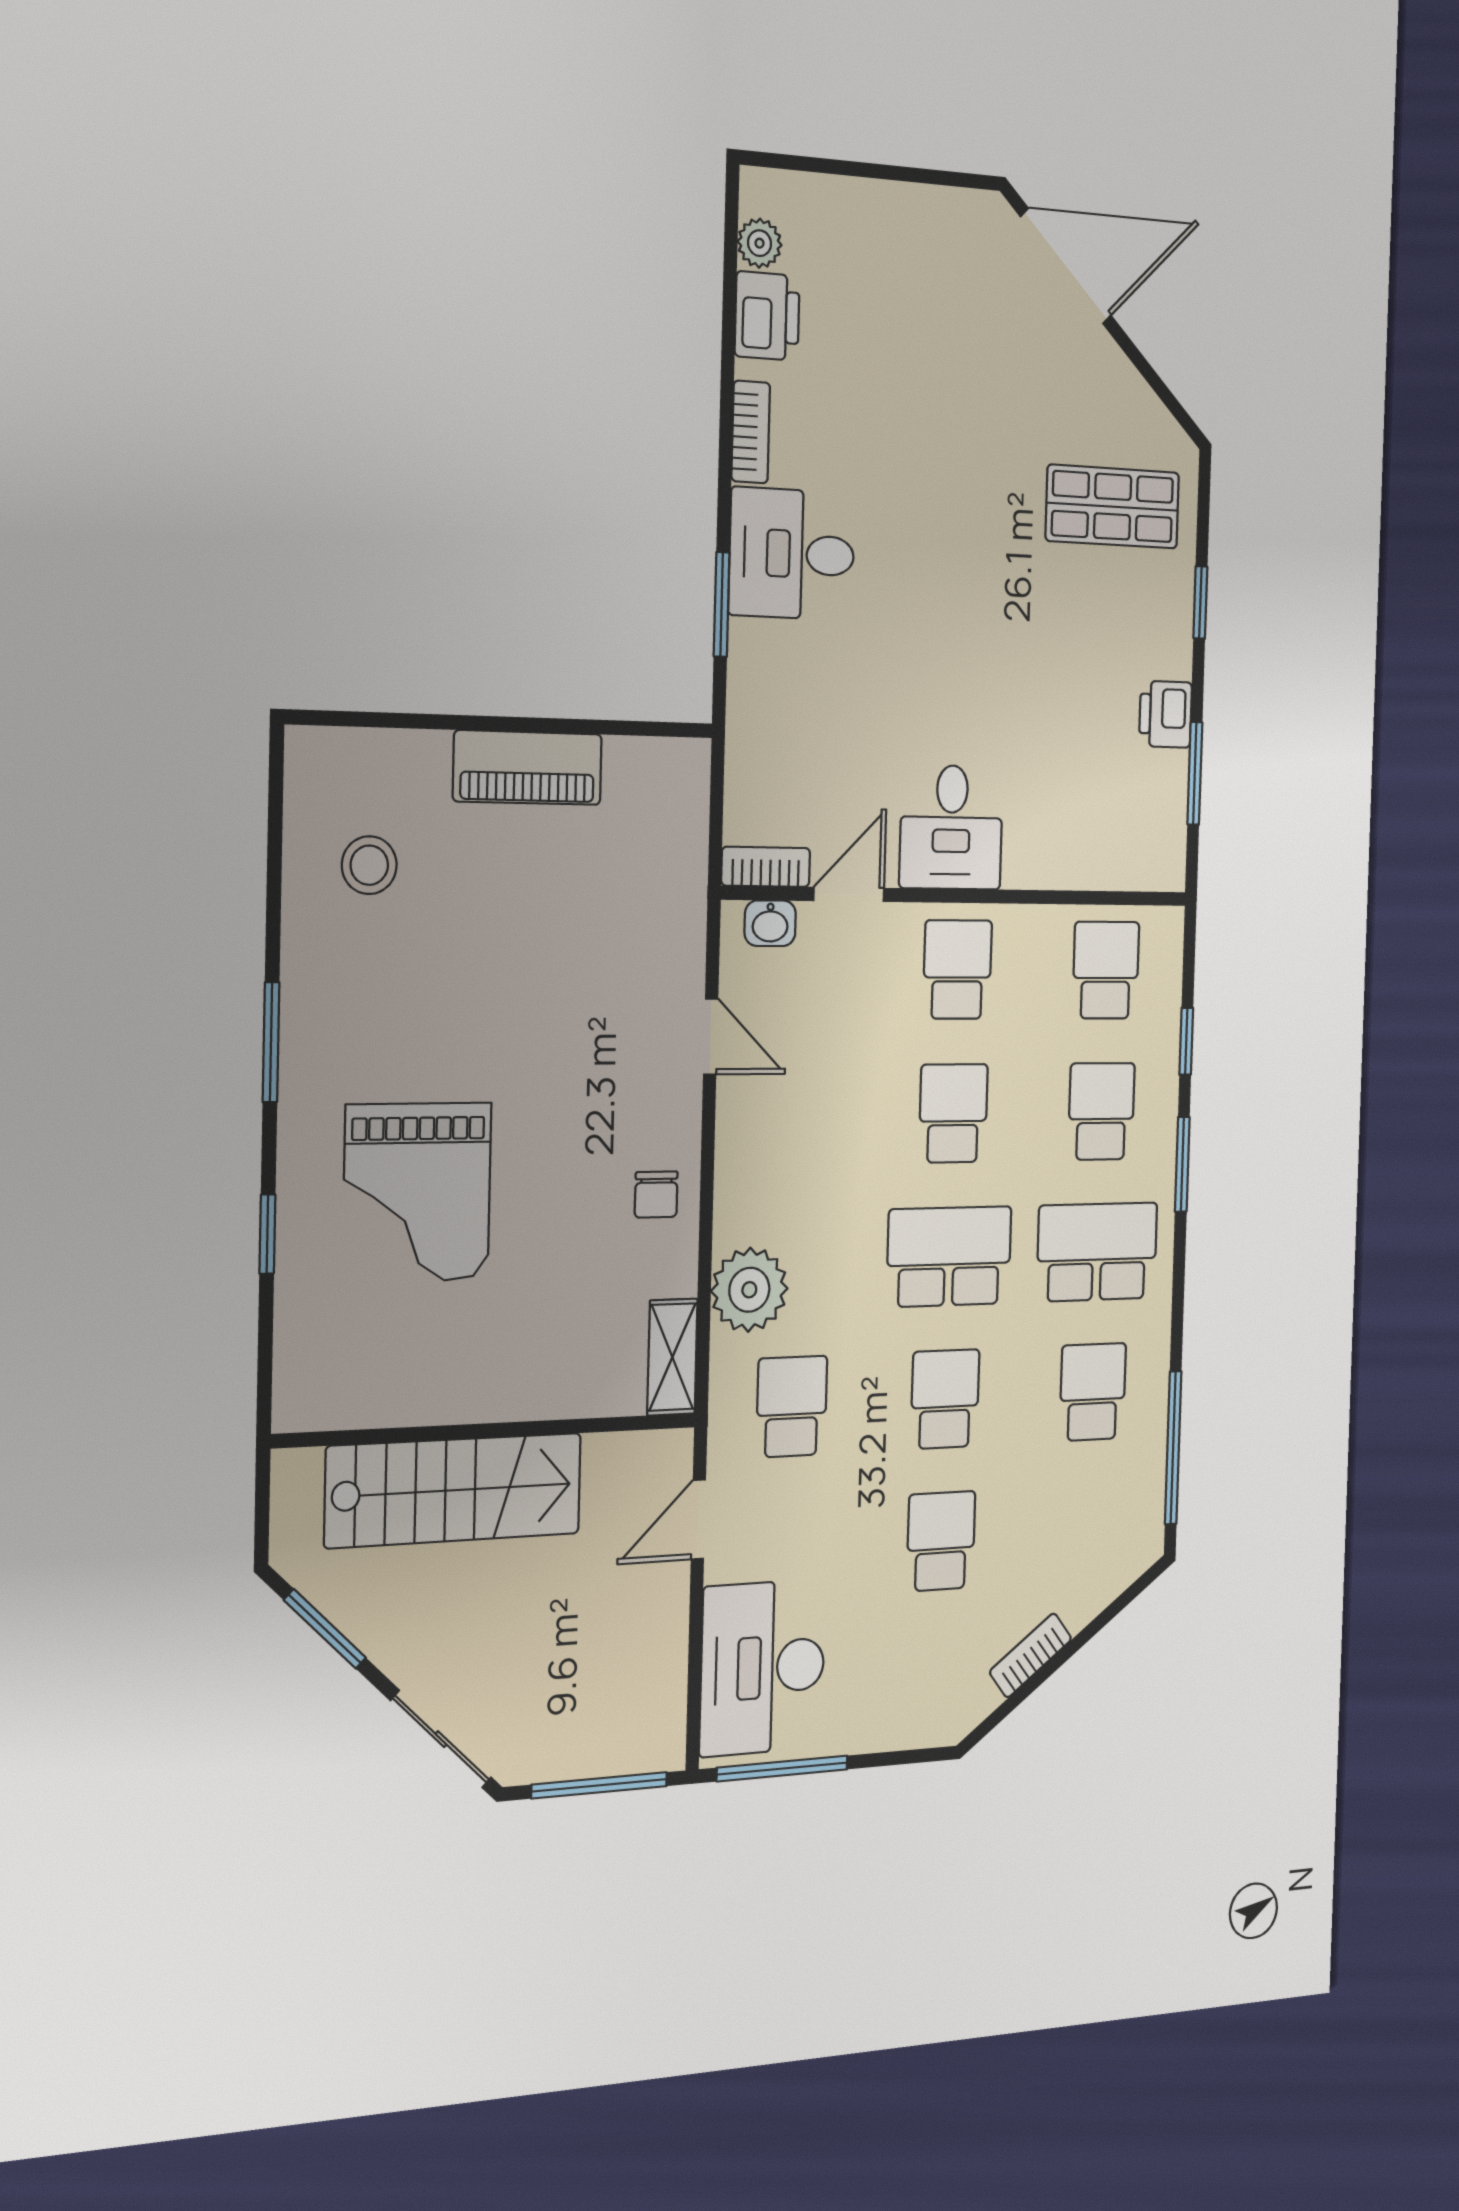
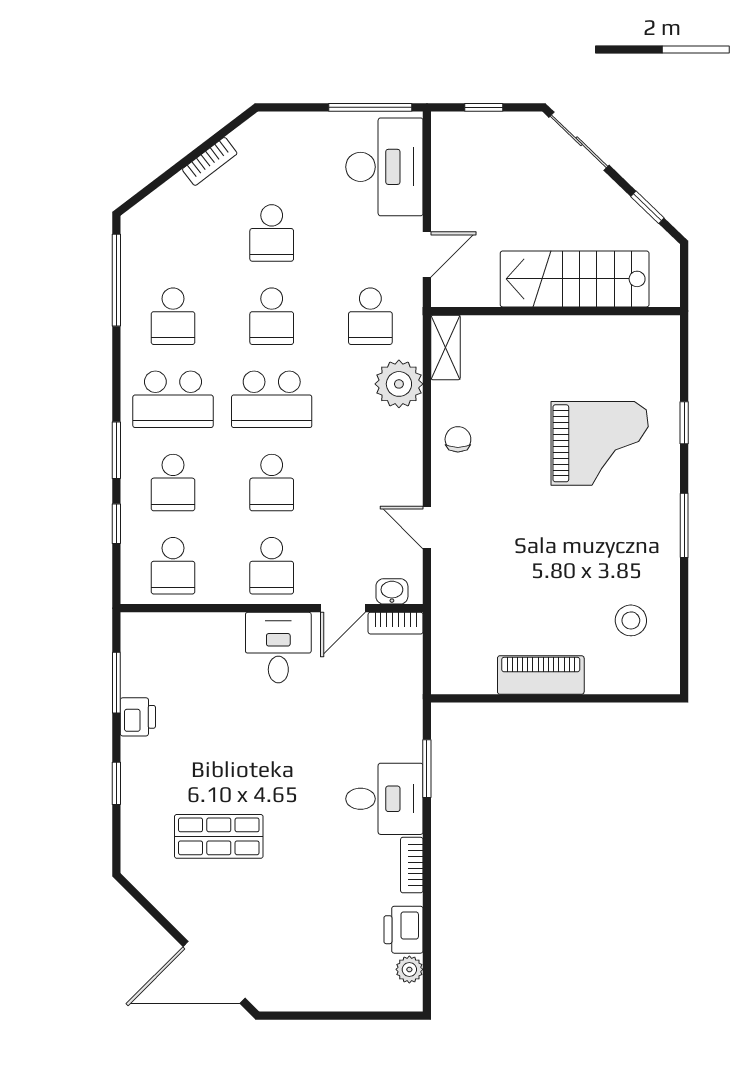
shop shelf: (1113, 507) -> (219, 836), moved
grand piano: (417, 1192) -> (600, 443), turned 90
window: (325, 1629) -> (647, 207), width x0.67
window: (599, 1785) -> (484, 107), width x0.46

